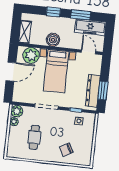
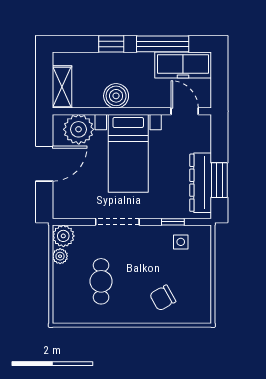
window: (81, 15) -> (163, 44), width x1.44

